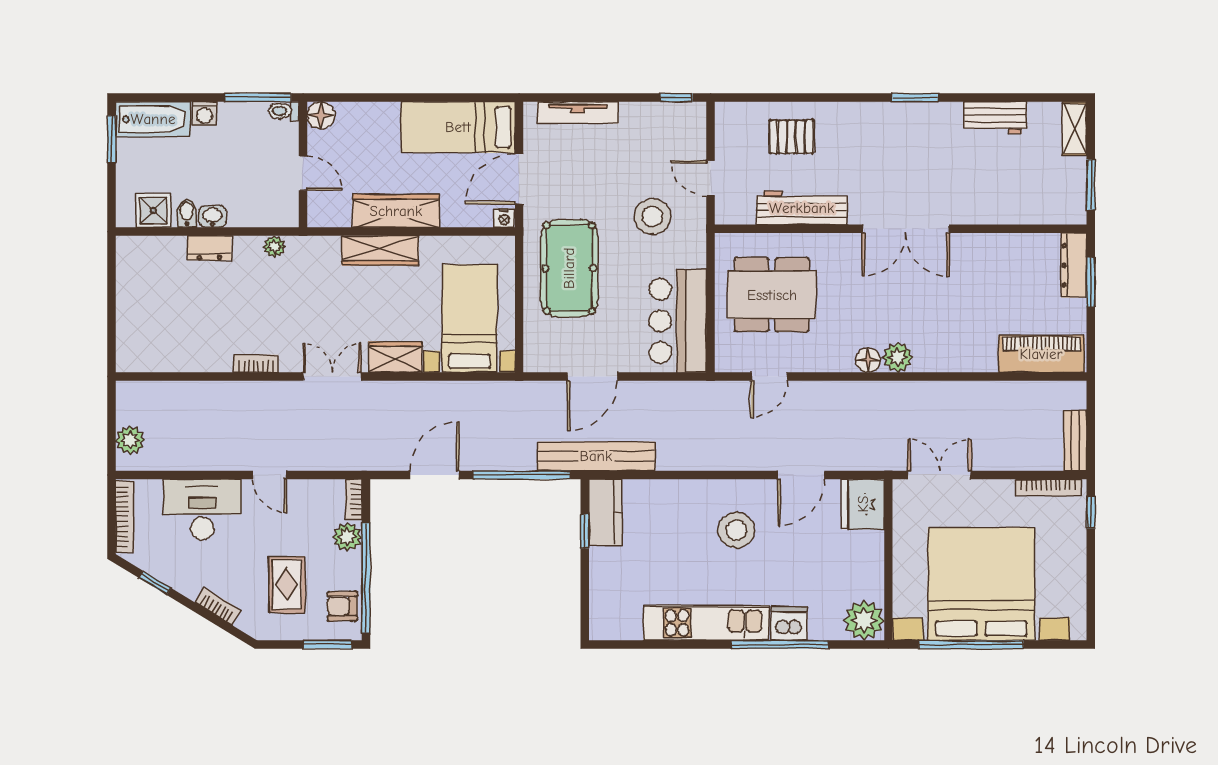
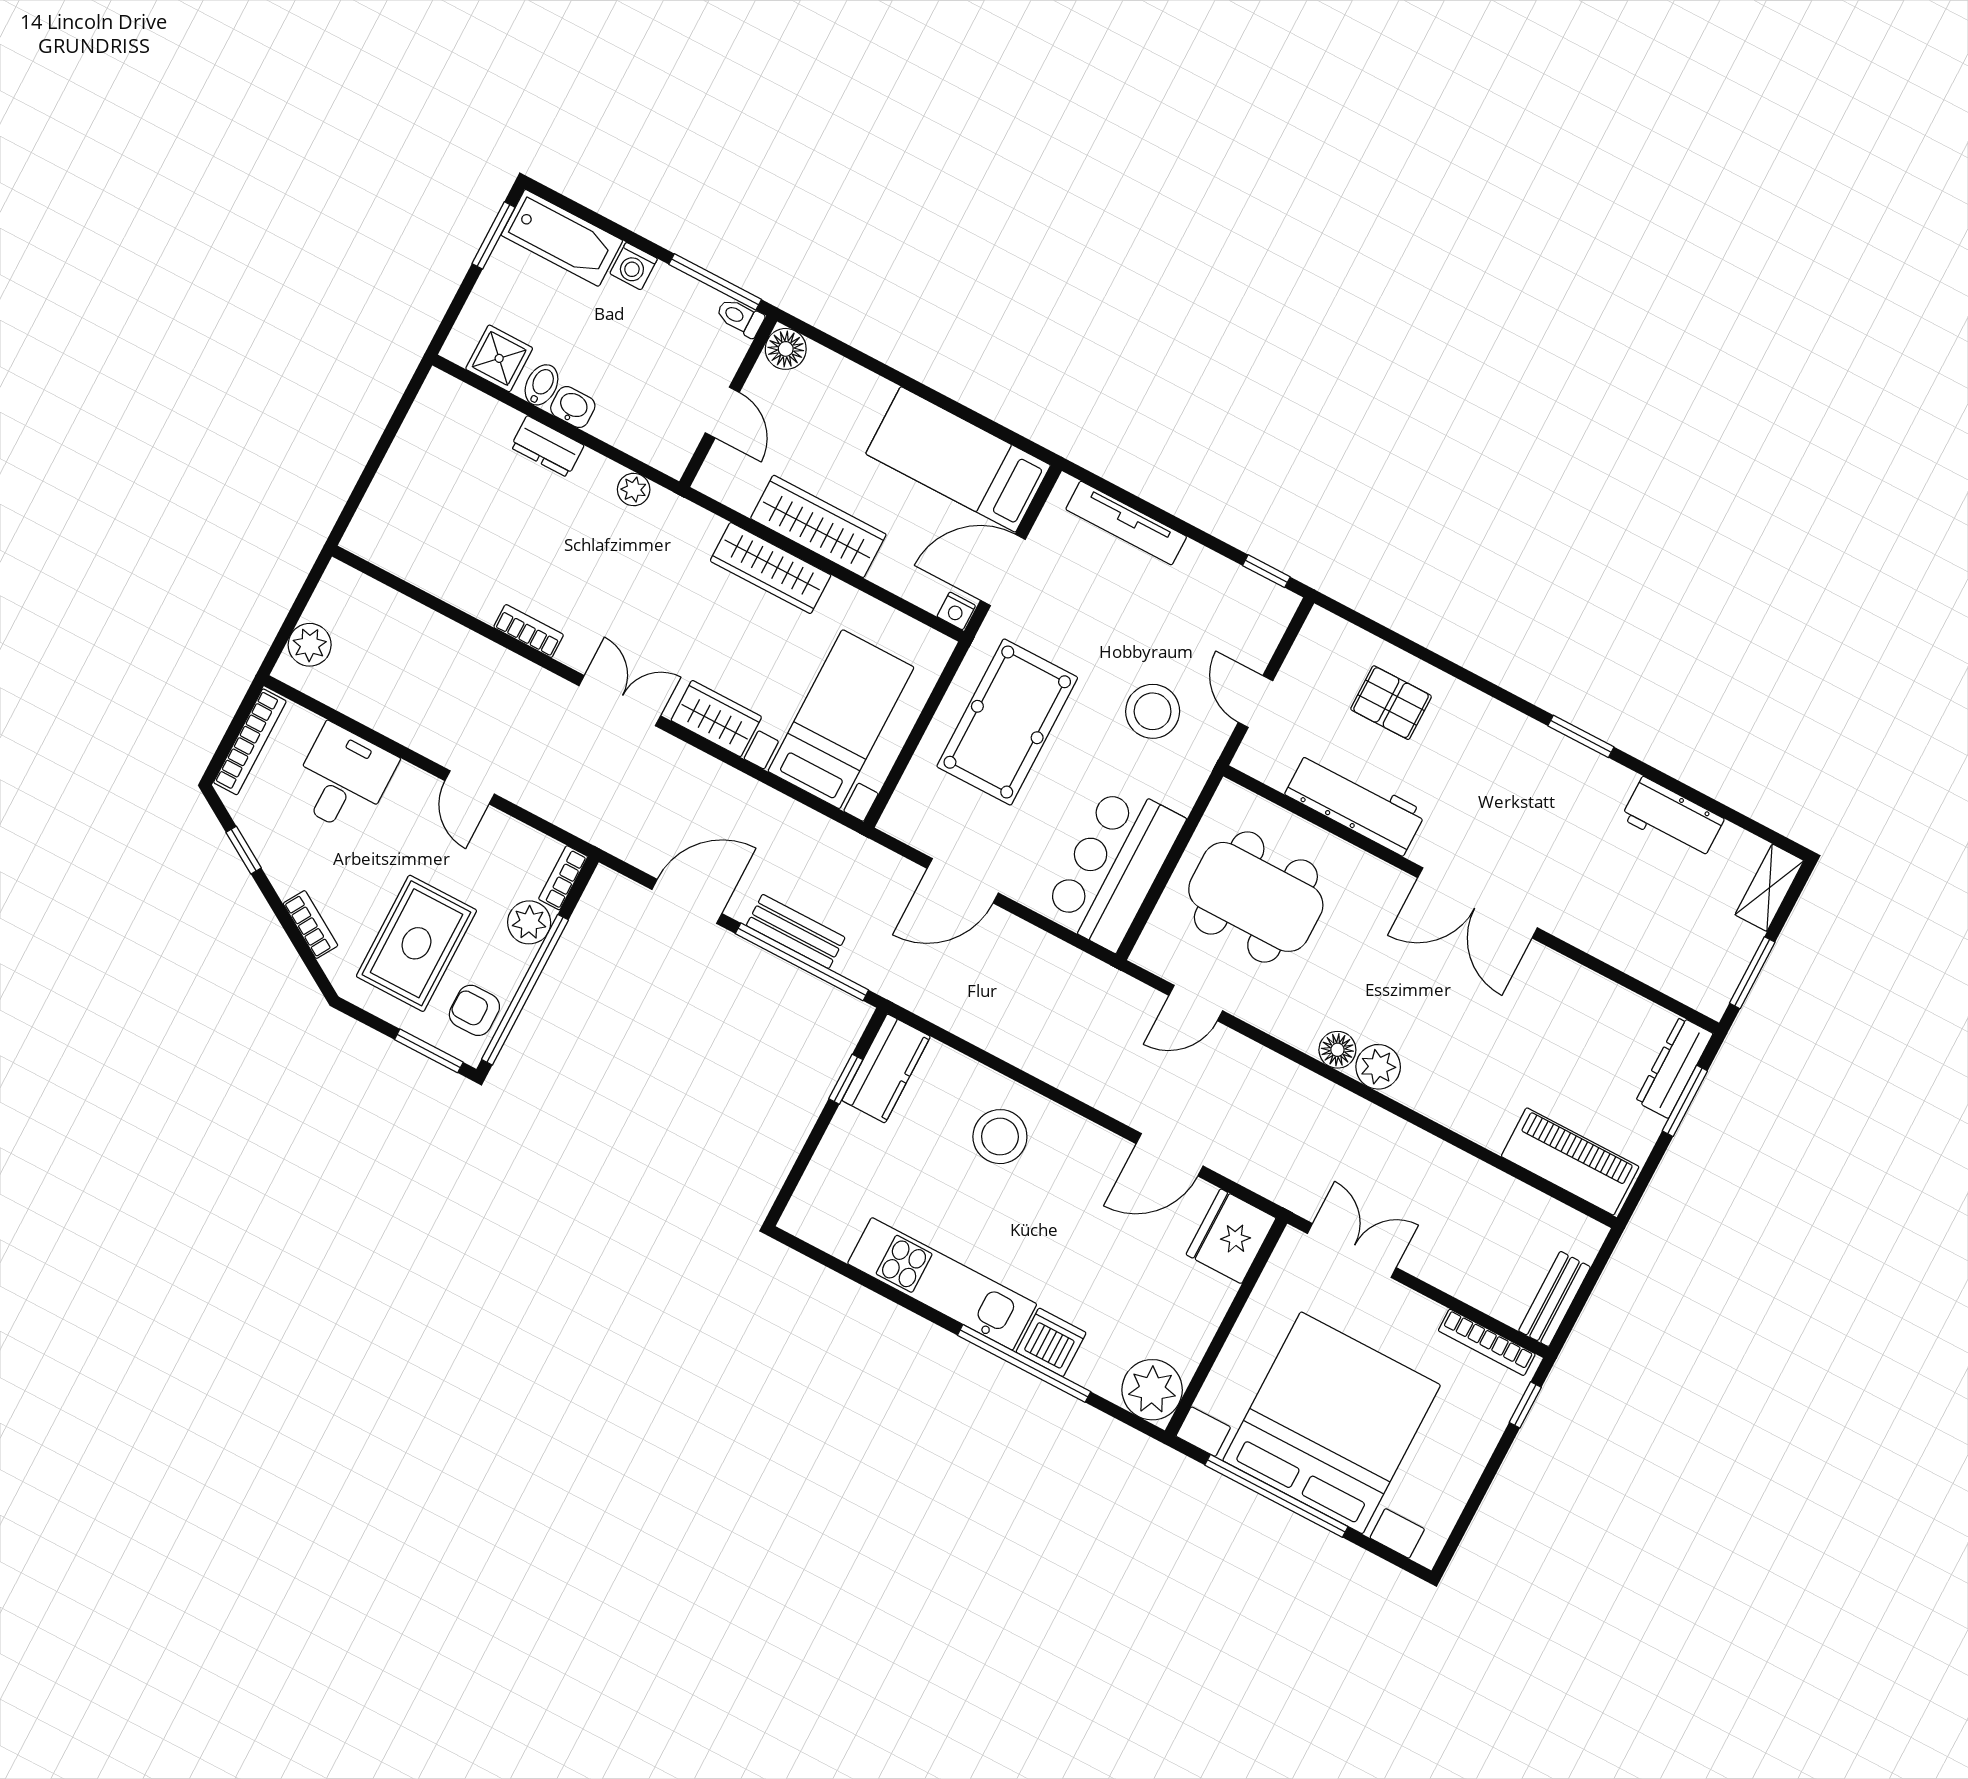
bench: (596, 456) -> (796, 931), moved, width x0.54, depth x0.82
desk: (202, 510) -> (343, 779), width x0.73
stool: (736, 530) -> (1000, 1137), moved
rug: (287, 584) -> (416, 943), width x1.36, depth x1.43

